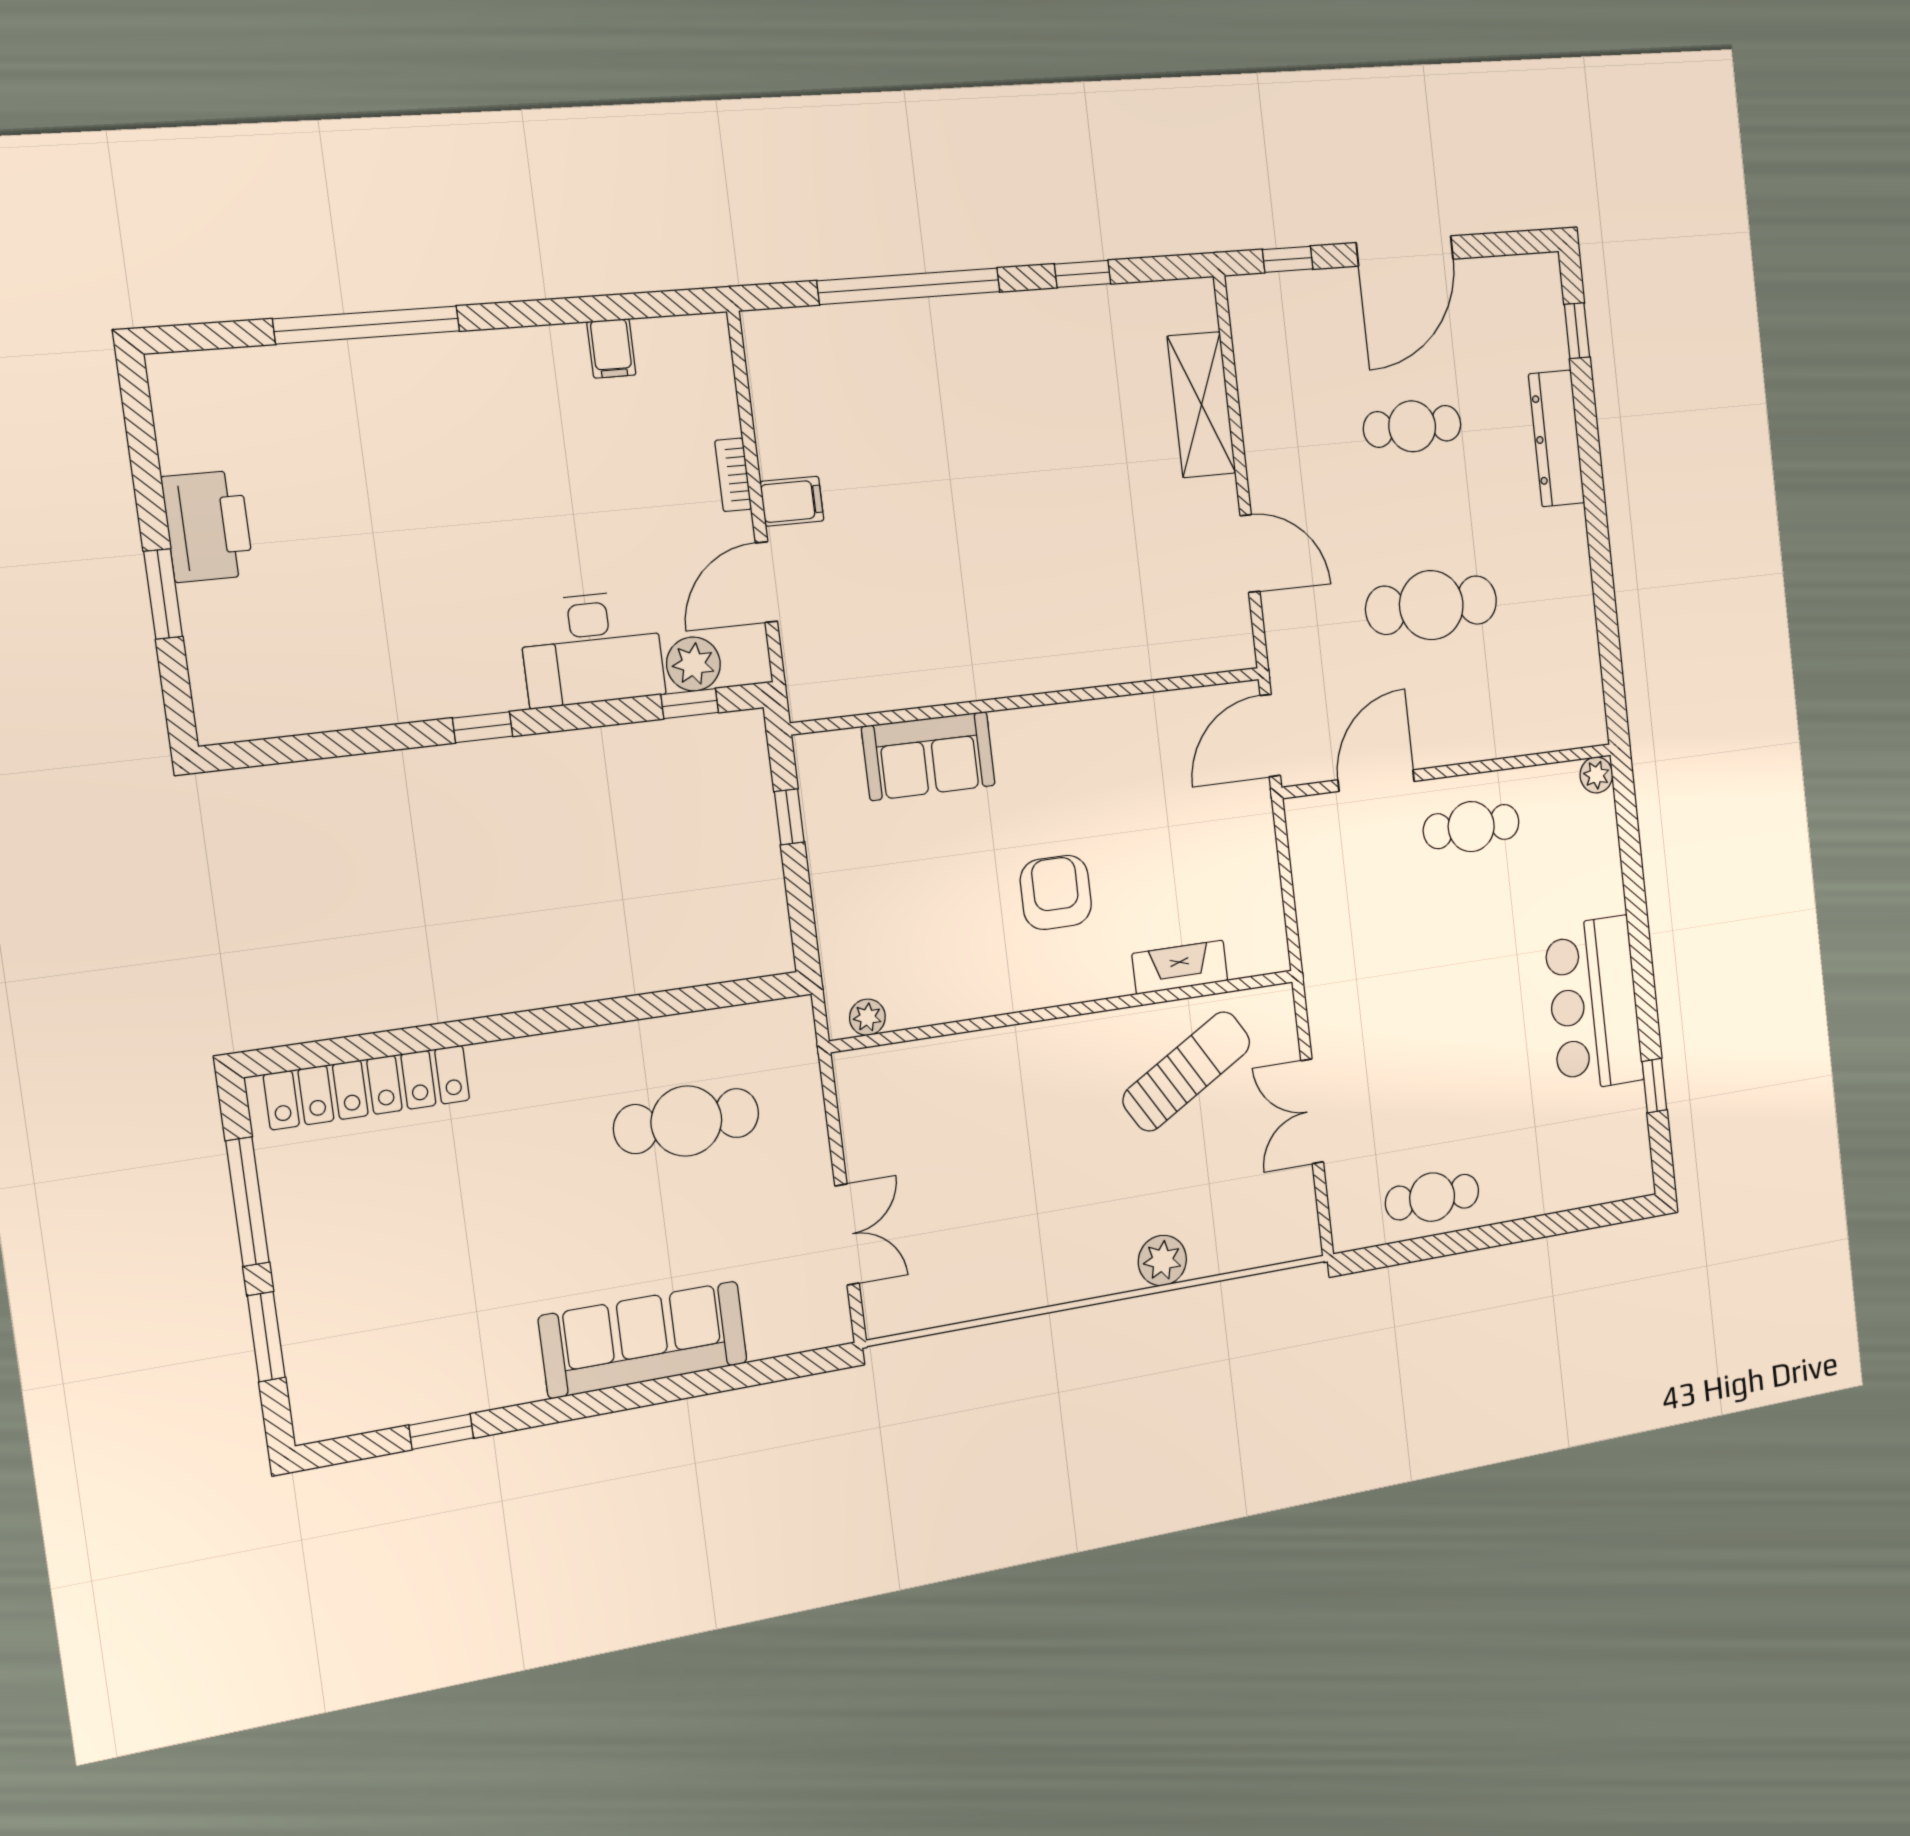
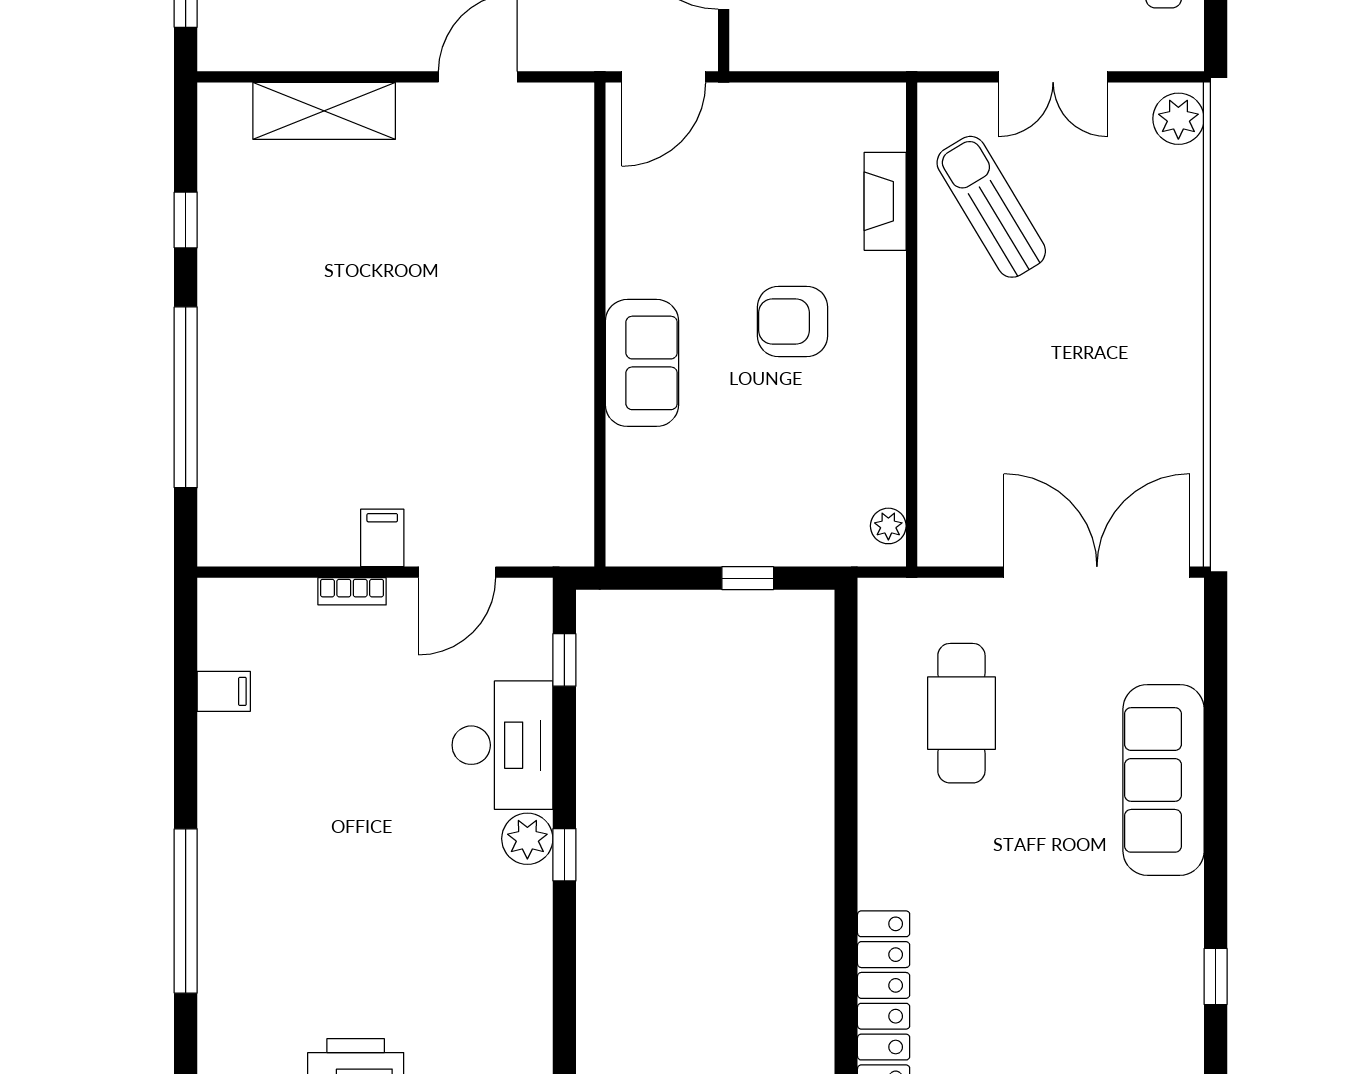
door: (766, 582) -> (457, 572), hinge flipped
plant: (693, 664) -> (527, 839), moved
door: (1270, 736) -> (664, 77), hinge flipped
sofa: (929, 756) -> (642, 363), moved
window: (789, 817) -> (748, 578), moved
double door: (847, 1235) -> (1097, 572), width x1.87
plant: (1162, 1260) -> (1178, 119), moved

